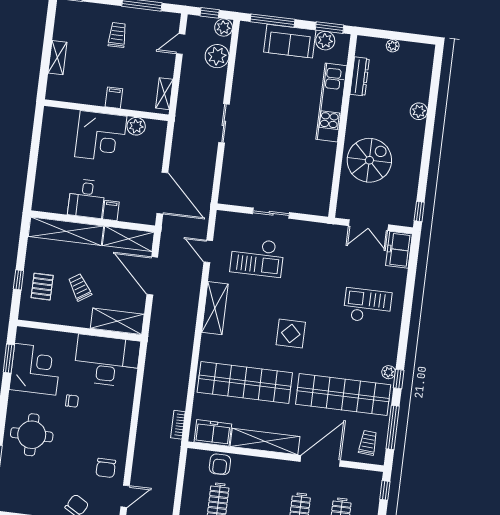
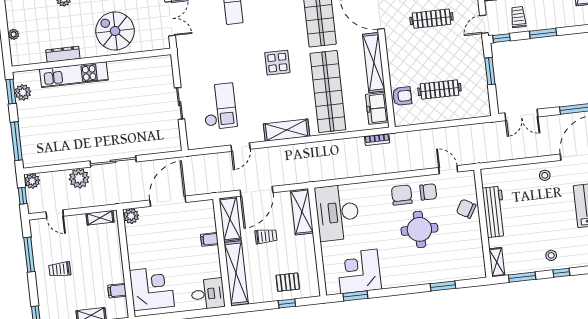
sofa: (290, 41) -> (30, 122), removed
plant: (217, 56) -> (79, 178), moved
dresser: (360, 76) -> (63, 54), moved
filing cabinet: (114, 98) -> (117, 291), moved
sliding door: (224, 123) -> (113, 161), width x1.37
plant: (136, 126) -> (131, 216), moved
corner desk: (101, 136) -> (152, 288), moved
door: (162, 193) -> (168, 201), moved
desk: (87, 198) -> (208, 294), moved
door: (208, 251) -> (240, 147), moved
trolley: (80, 287) -> (266, 236), moved, turned -147
shelving: (215, 308) -> (287, 130), moved
chair: (72, 401) -> (402, 195), moved, width x1.87, depth x1.87
round table: (32, 435) -> (419, 229), moved

